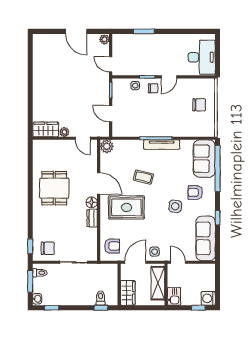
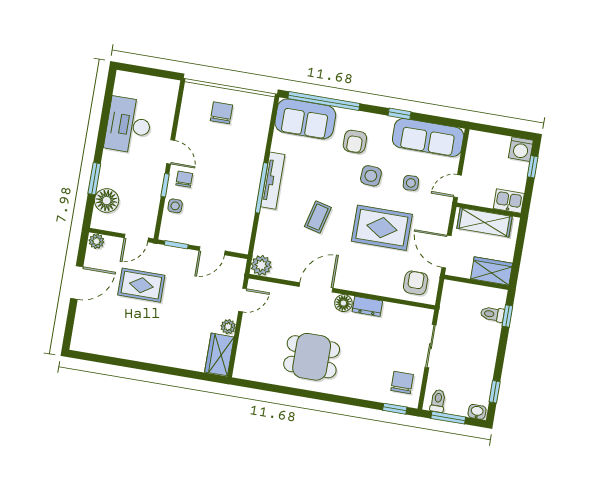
floor lamp: (131, 41) -> (107, 201), added
desk: (202, 57) -> (128, 125), moved, turned -90
rug: (81, 73) -> (141, 285), added
rug: (126, 207) -> (382, 228), moved, turned 90
side table: (155, 252) -> (411, 183), moved

